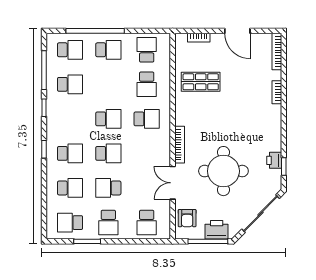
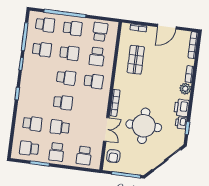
door: (237, 31) -> (167, 27), hinge flipped
shop shelf: (201, 82) -> (136, 60), turned 90
plant: (274, 113) -> (185, 89), added
school desk: (70, 153) -> (69, 53), moved
double door: (173, 183) -> (106, 129), swing flipped
printer: (217, 230) -> (182, 108), moved, turned -90

